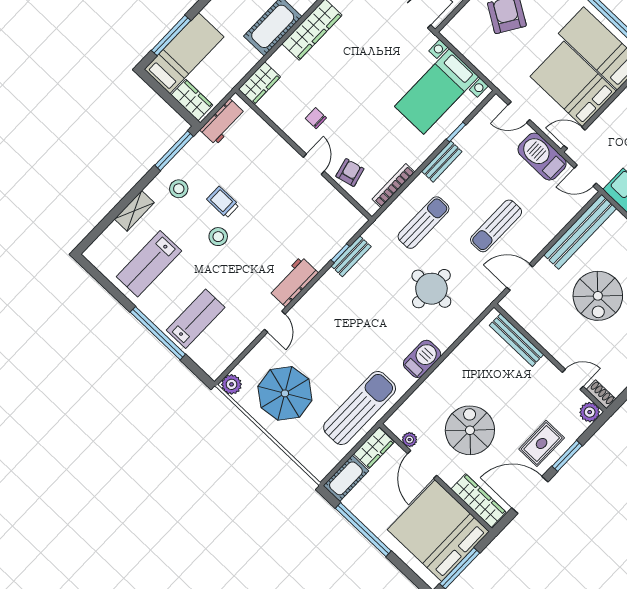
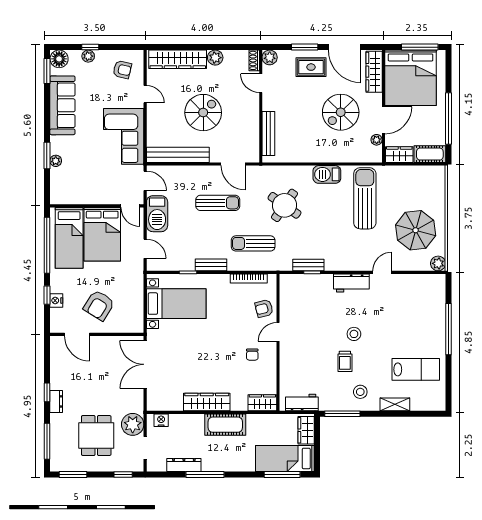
stool: (218, 237) -> (354, 334), moved
round table: (431, 289) -> (284, 205), turned 35
lab bench: (196, 319) -> (421, 316), removed
sun lounger: (360, 408) -> (365, 198), moved, turned 90

